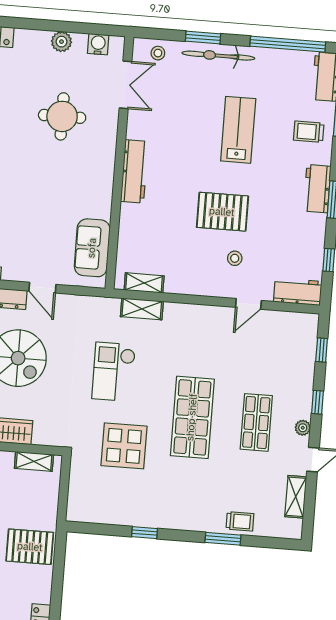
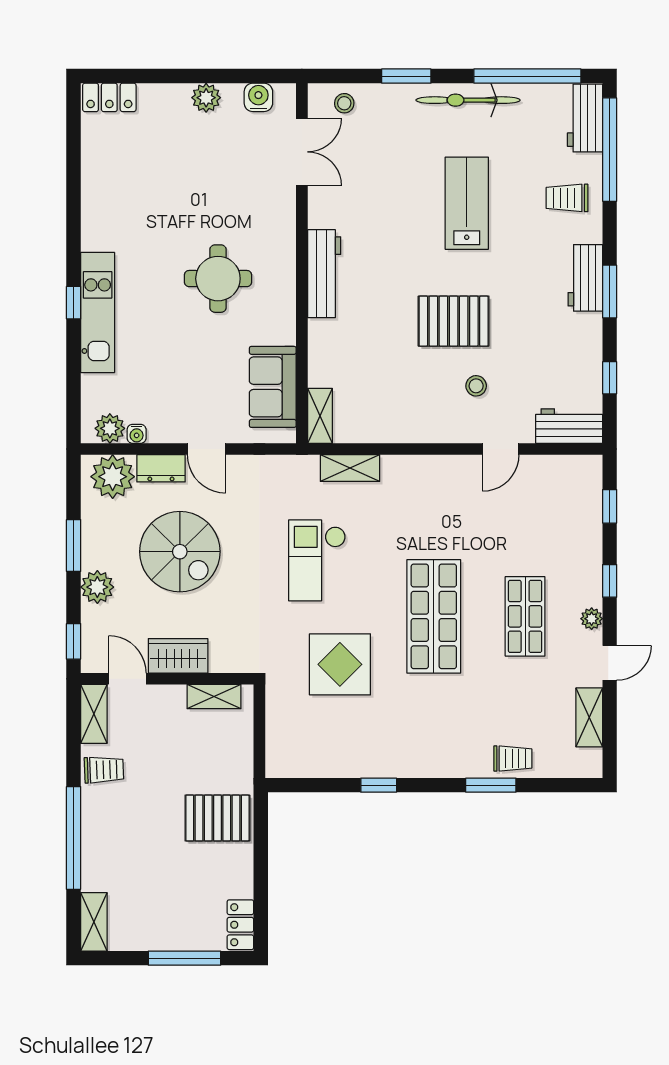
bicycle: (218, 56) -> (468, 100), moved
round table: (62, 116) -> (218, 279), moved
shelving: (144, 283) -> (320, 416), moved, turned 90

